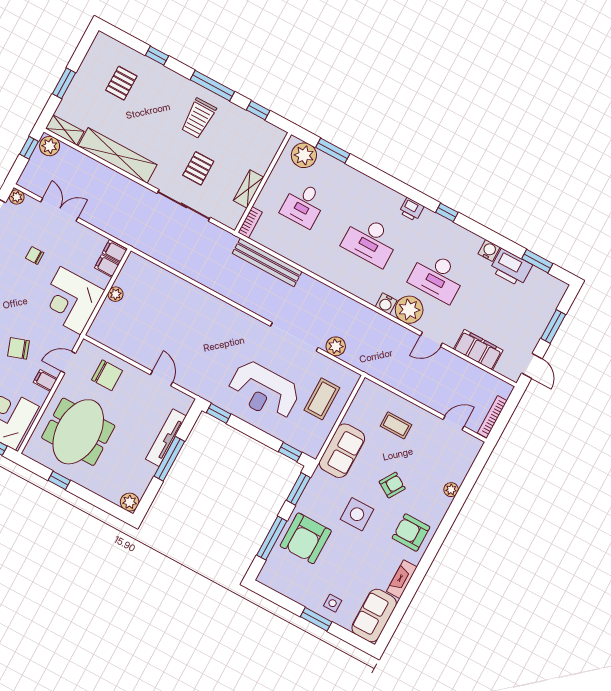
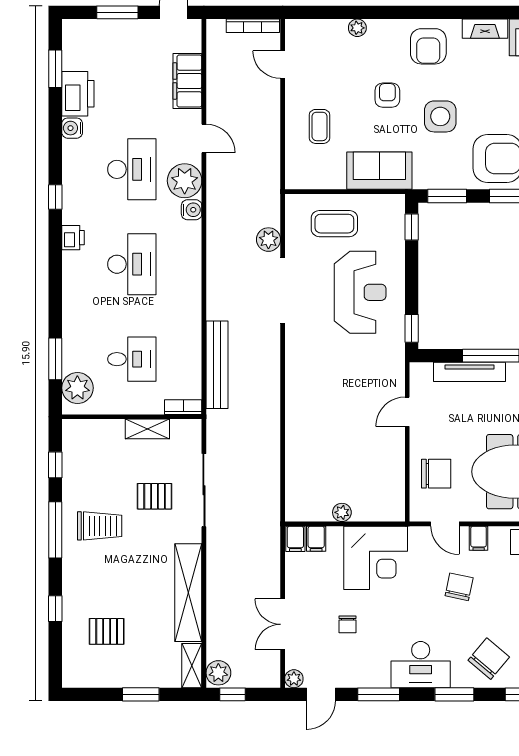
chair: (19, 348) -> (459, 587), turned -149
chair: (107, 375) -> (436, 474), turned 90
armchair: (392, 485) -> (387, 95), turned 58

